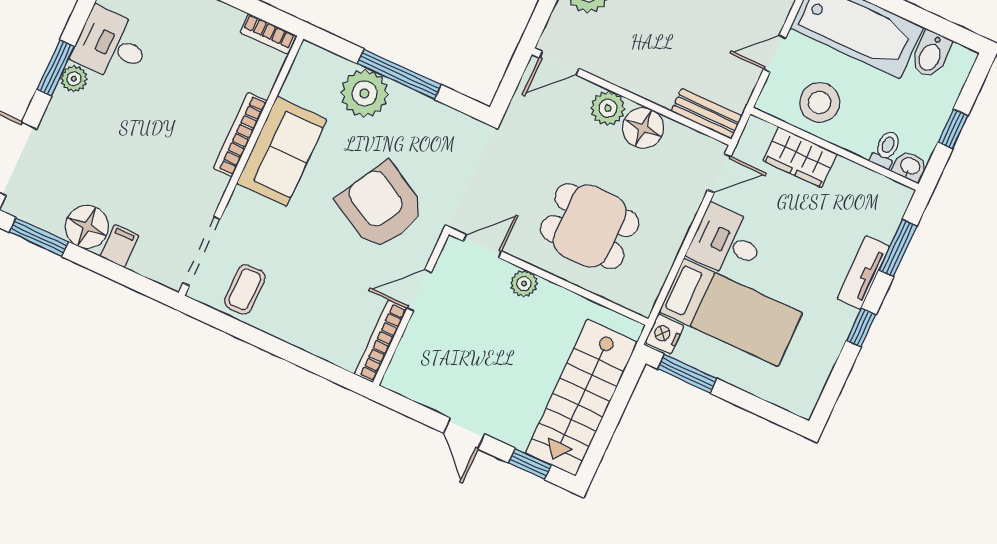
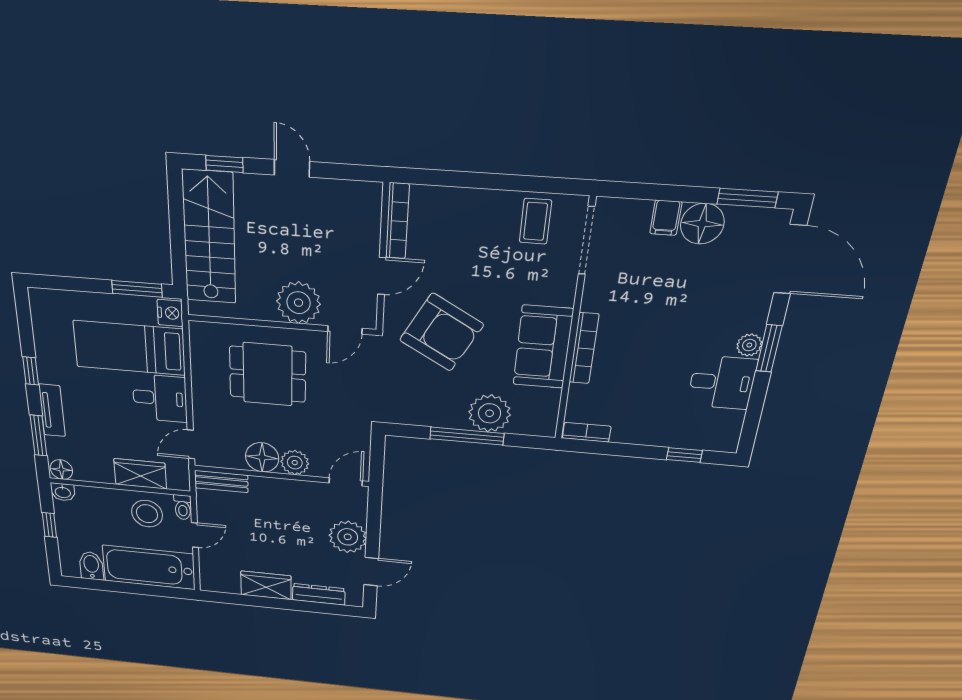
toilet: (886, 149) -> (183, 507), moved
floor lamp: (895, 196) -> (61, 470), added
plant: (524, 284) -> (299, 303), width x1.88, depth x1.88

